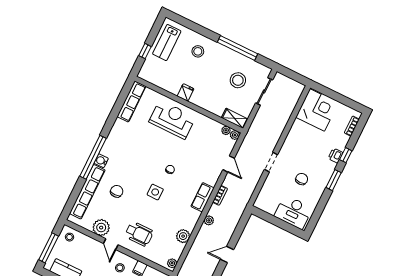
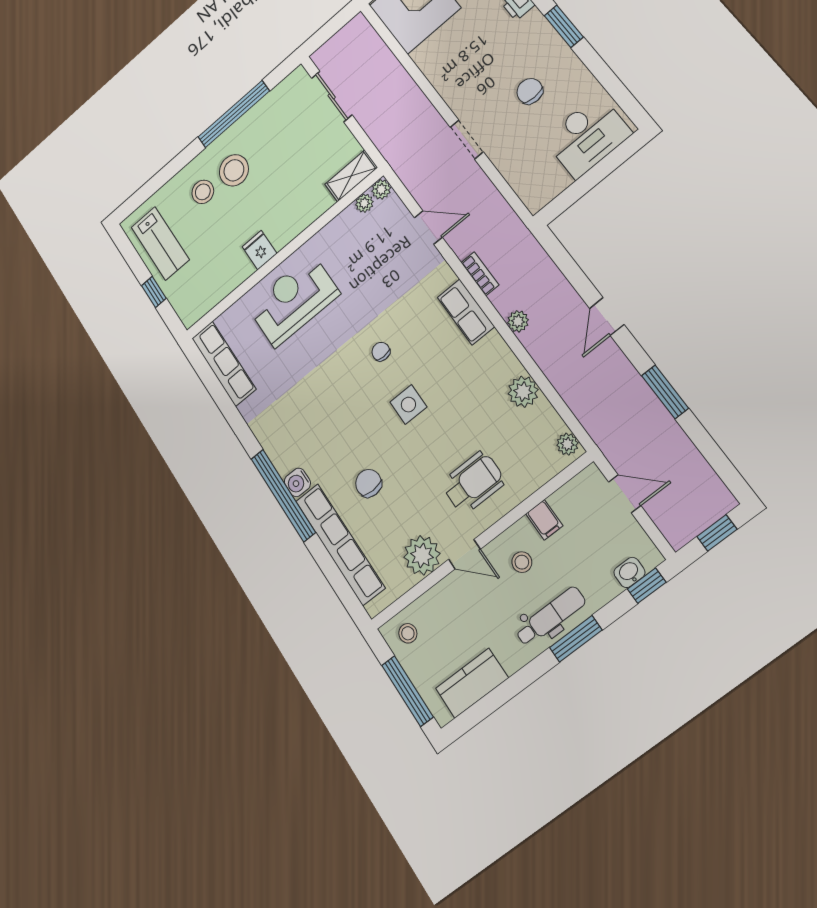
stool: (238, 80) -> (234, 170), moved

